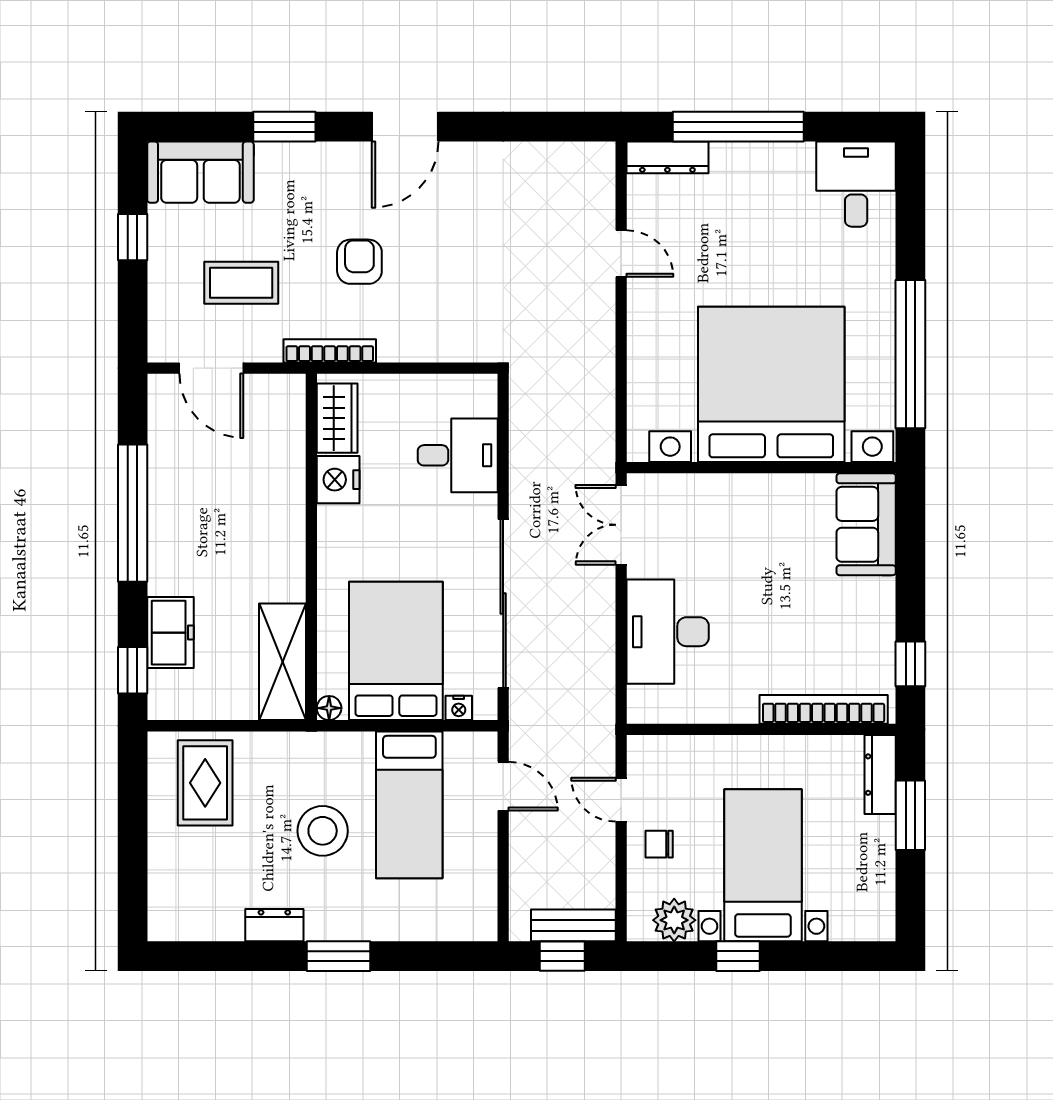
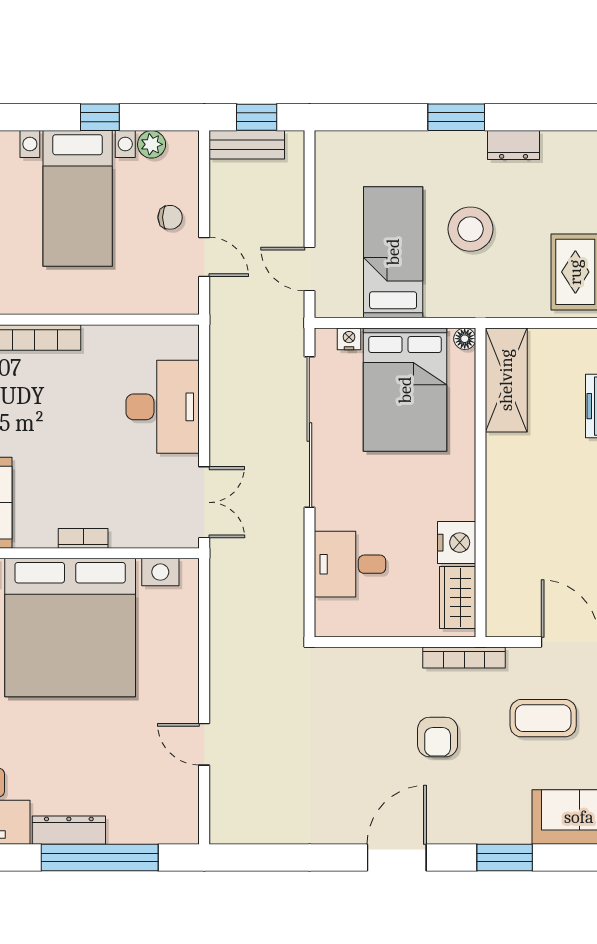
dresser: (667, 157) -> (69, 830), moved
bookcase: (757, 484) -> (83, 538), added
plant: (674, 920) -> (152, 144), width x0.73, depth x0.73

